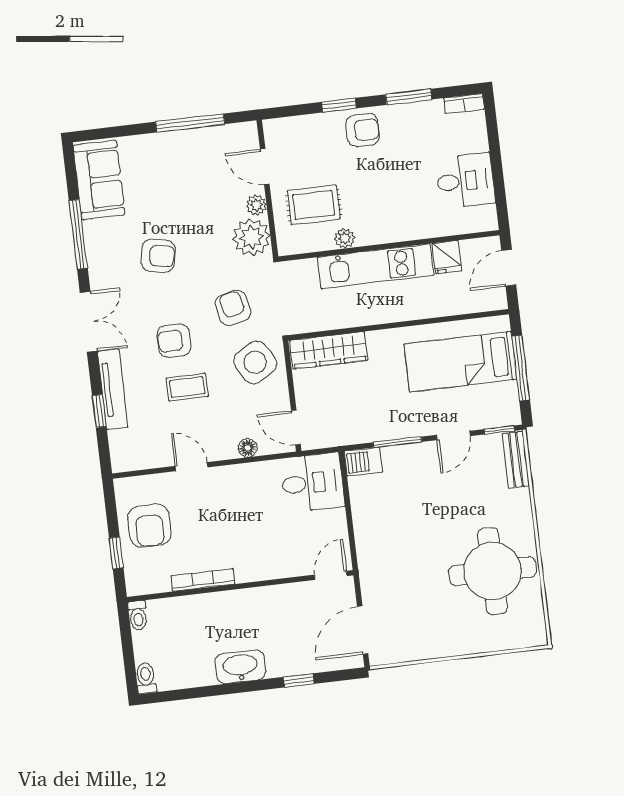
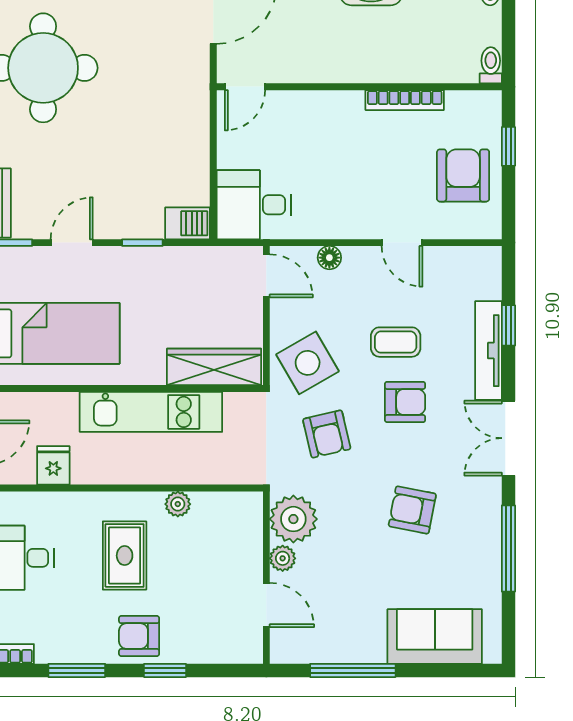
sofa: (99, 180) -> (435, 636), moved, turned 90
rug: (314, 205) -> (125, 556), moved, turned 90
kitchen unit: (375, 266) -> (151, 412), moved, turned 180
window: (397, 442) -> (142, 243), width x0.67

